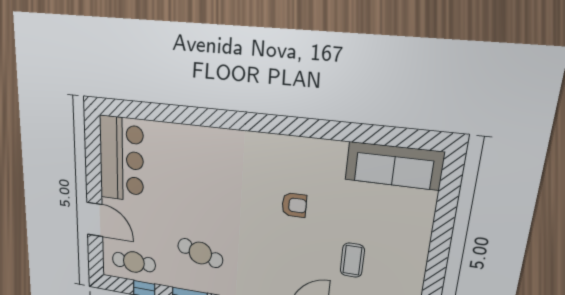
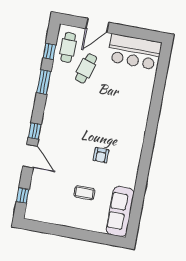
cafe table: (200, 253) -> (86, 68), moved
coffee table: (352, 260) -> (84, 193), moved

